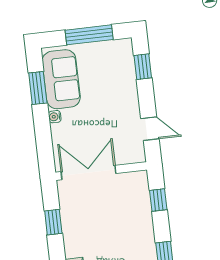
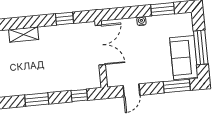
window: (143, 67) -> (177, 86), width x1.50
sofa: (61, 79) -> (184, 58), moved, turned 90

